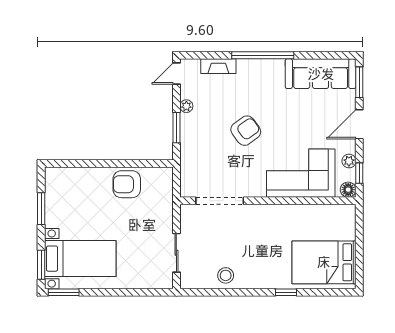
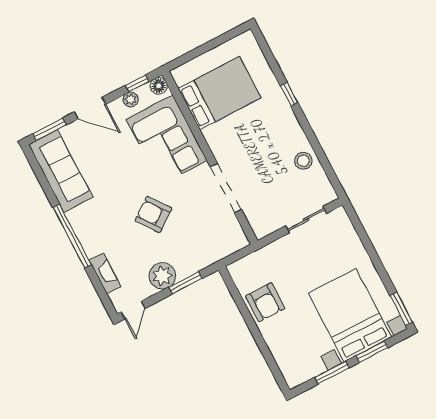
door: (176, 73) -> (133, 310), hinge flipped
plant: (186, 106) -> (162, 276), width x1.88, depth x1.88
doorway: (220, 201) -> (226, 188), moved
bed with nightstands: (80, 259) -> (350, 315), width x1.36
bed: (324, 262) -> (220, 93), moved, turned -90
window: (41, 265) -> (372, 352), moved

